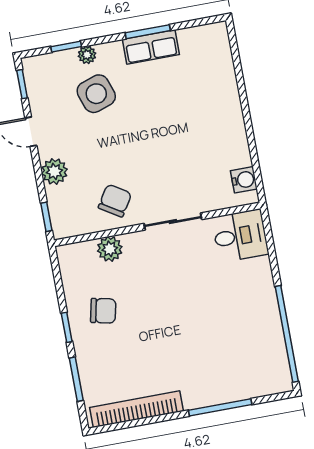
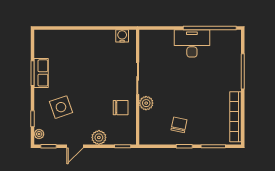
plant: (87, 55) -> (39, 134), moved
chair: (115, 201) -> (121, 108), turned 148
desk: (240, 236) -> (192, 43), moved, width x1.37
plant: (110, 249) -> (146, 103), moved

